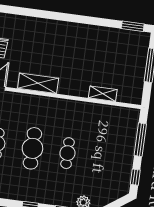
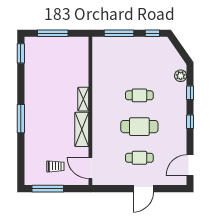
window: (59, 16) -> (21, 119), added
shelving: (103, 94) -> (83, 99), moved

